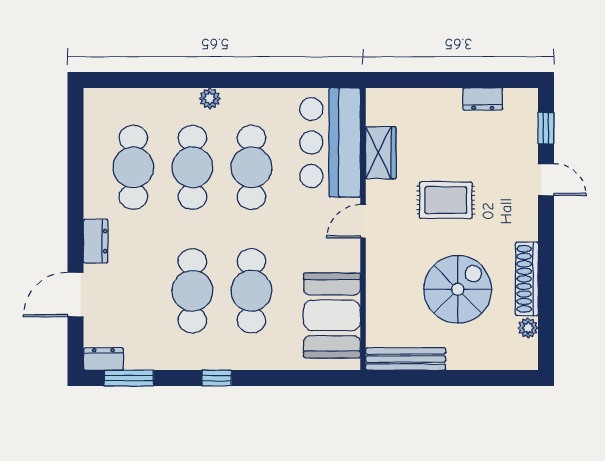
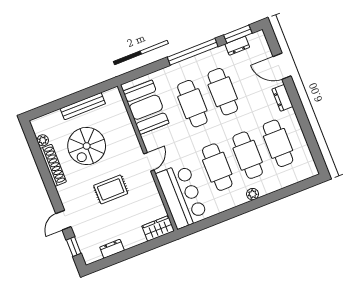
wardrobe: (381, 153) -> (158, 228), moved, turned 90
door: (546, 180) -> (63, 220), hinge flipped
door: (76, 295) -> (282, 66), swing flipped
dresser: (103, 359) -> (237, 46), moved
bench: (406, 359) -> (83, 106), moved
window: (217, 378) -> (193, 52), width x3.17

